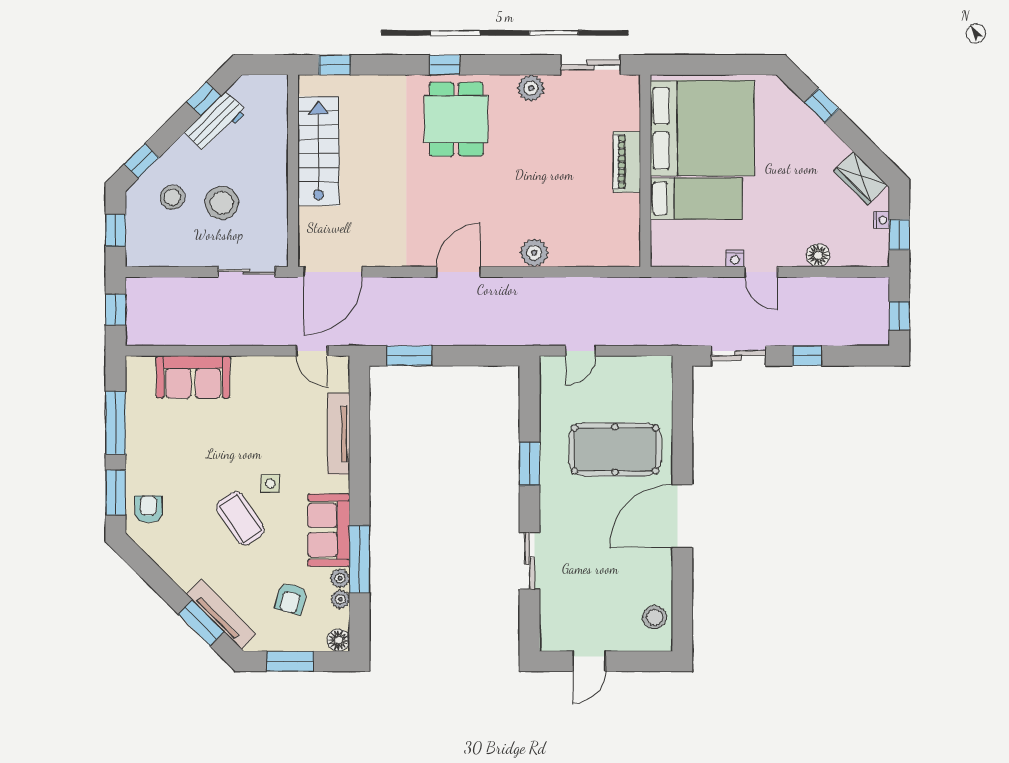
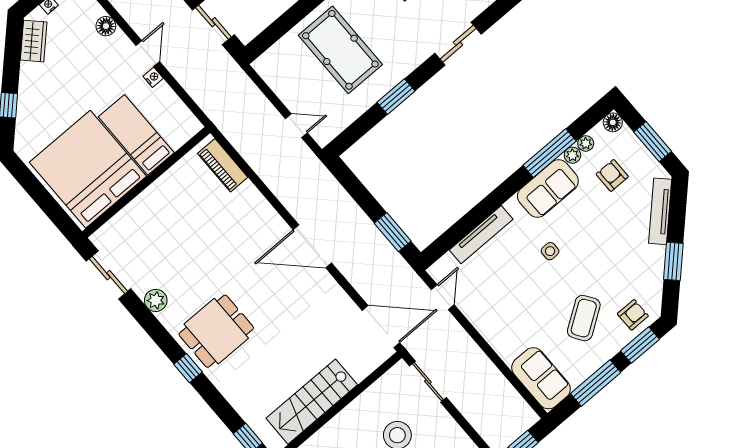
piano: (627, 162) -> (223, 165), moved, turned 90
plant: (534, 253) -> (259, 209), removed
door: (459, 272) -> (312, 246), width x1.36
sofa: (193, 377) -> (541, 378), moved
armchair: (149, 509) -> (633, 315), turned 180
coffee table: (240, 518) -> (584, 318), moved
armchair: (291, 599) -> (612, 175), turned -105
window: (201, 623) -> (673, 261), moved

